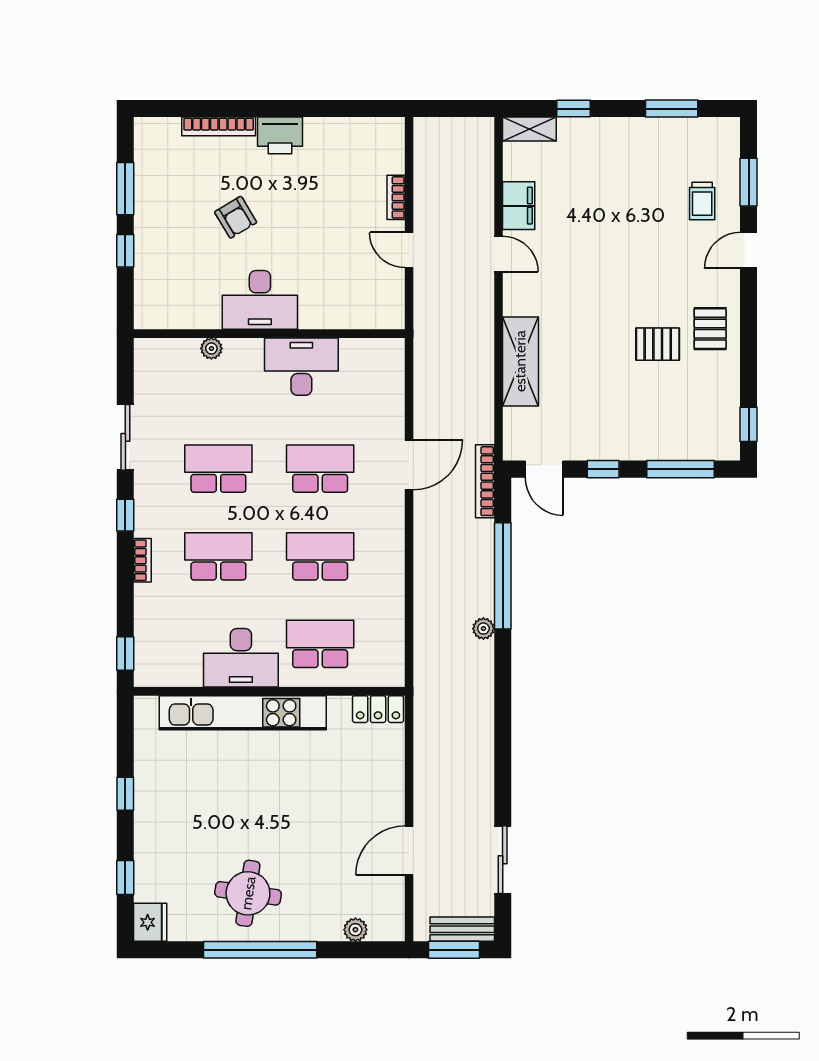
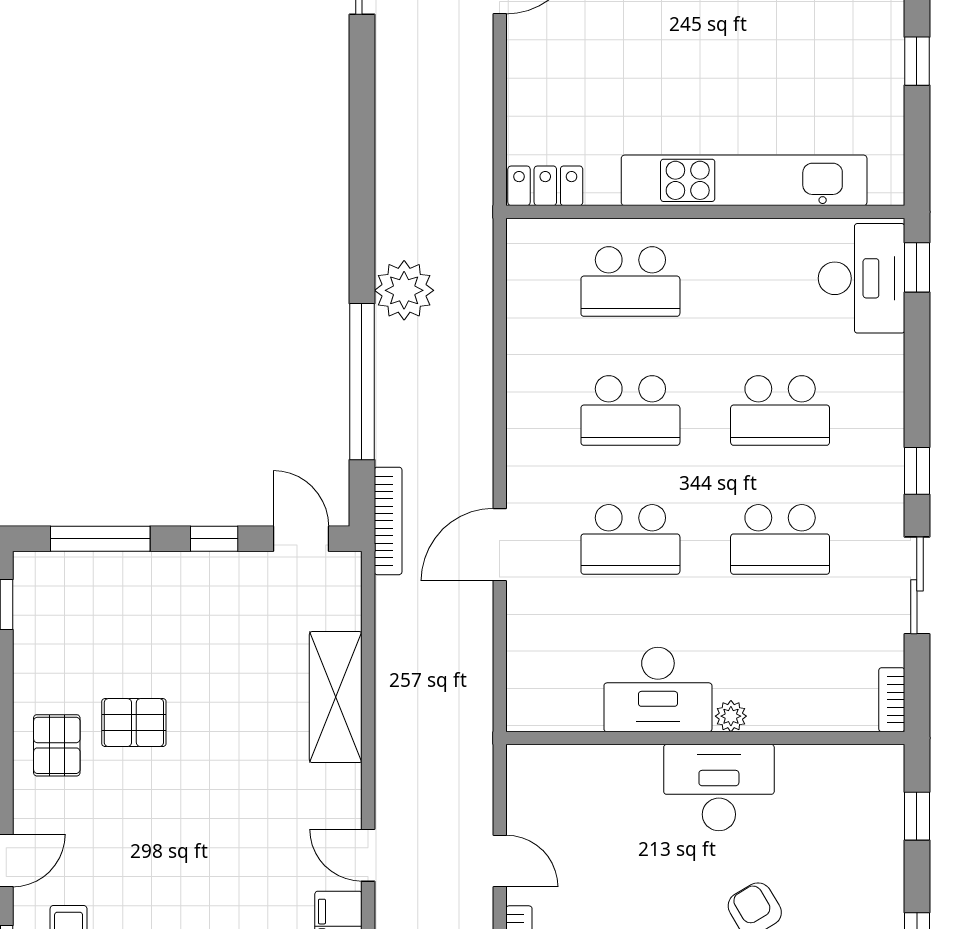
window: (125, 251) -> (917, 816), moved
plant: (211, 348) -> (731, 716), moved
bookcase: (142, 560) -> (892, 700), moved
plant: (483, 629) -> (404, 290), width x1.88, depth x1.88
desk: (241, 658) -> (861, 278), moved, turned 90

